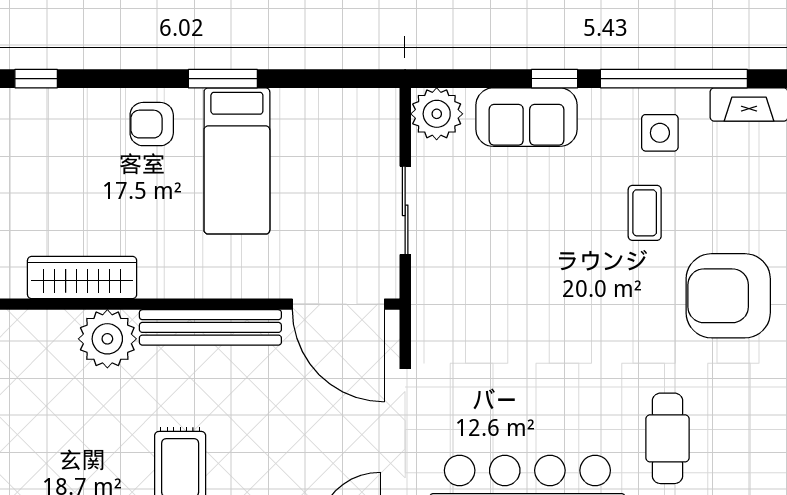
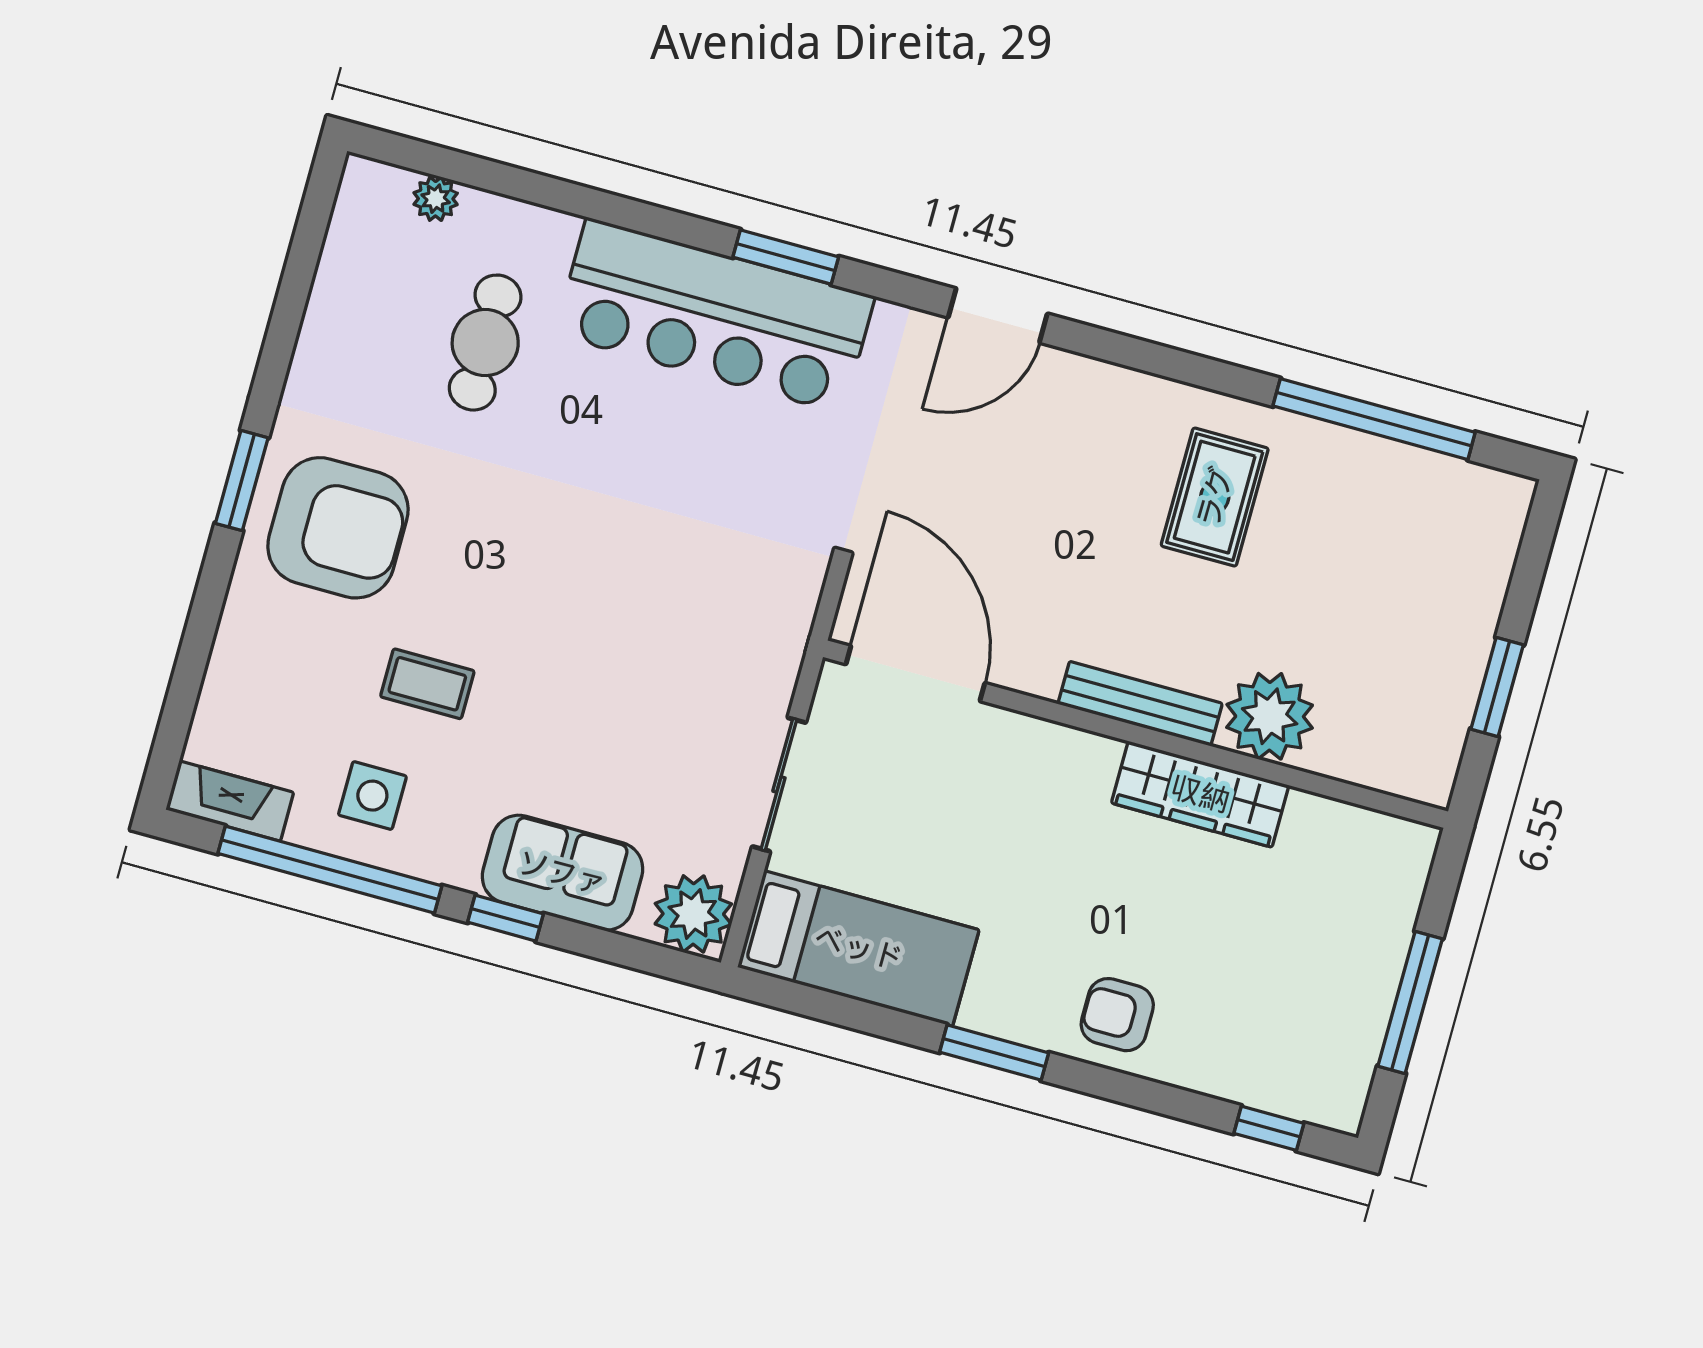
armchair: (152, 124) -> (1117, 1015), turned 180
bed: (237, 161) -> (858, 948), moved, turned 90
coffee table: (645, 213) -> (427, 684), turned 90
wardrobe: (82, 278) -> (1200, 794), moved
bench: (210, 327) -> (1140, 704), width x0.73, depth x0.82

